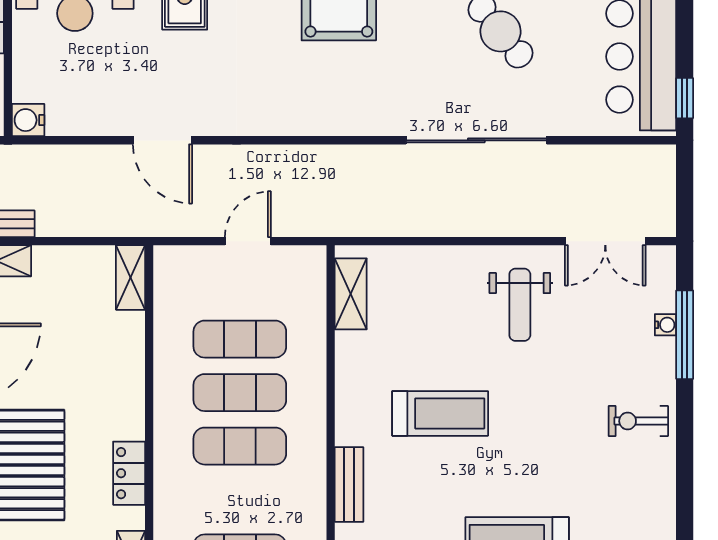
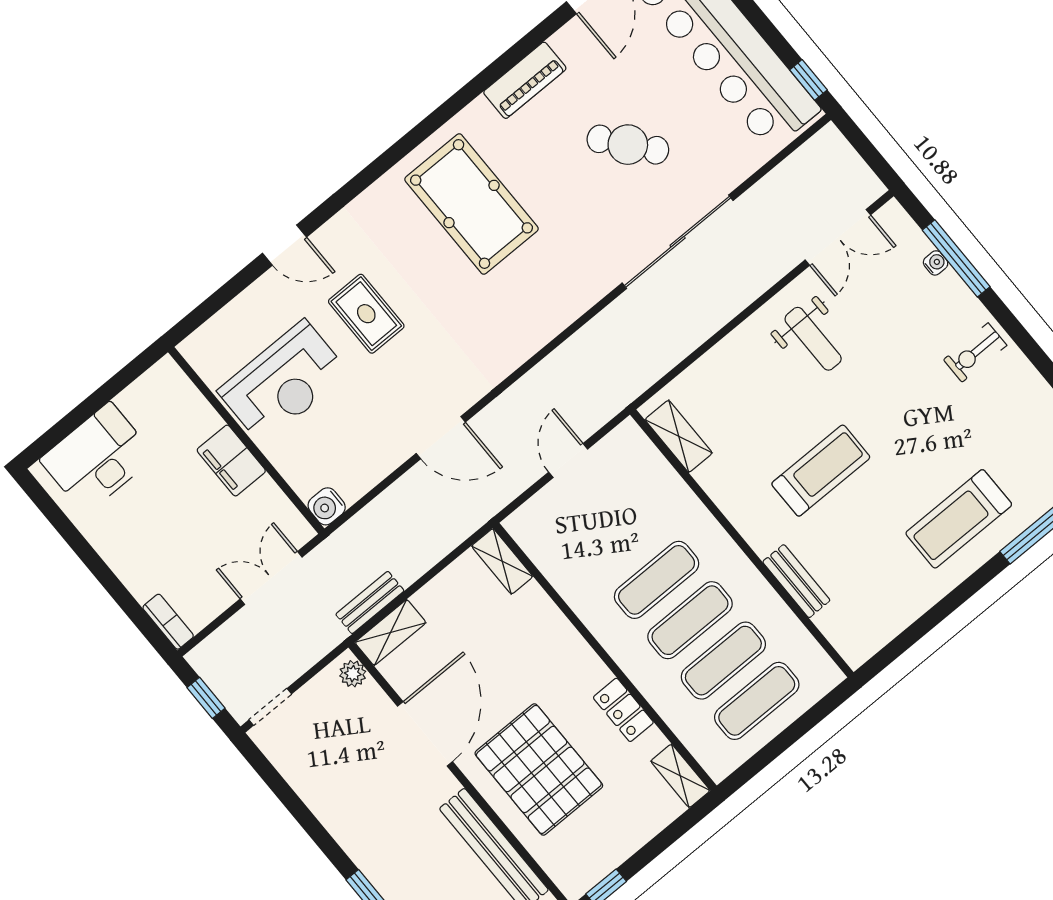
exercise mat: (240, 339) -> (723, 661), moved

